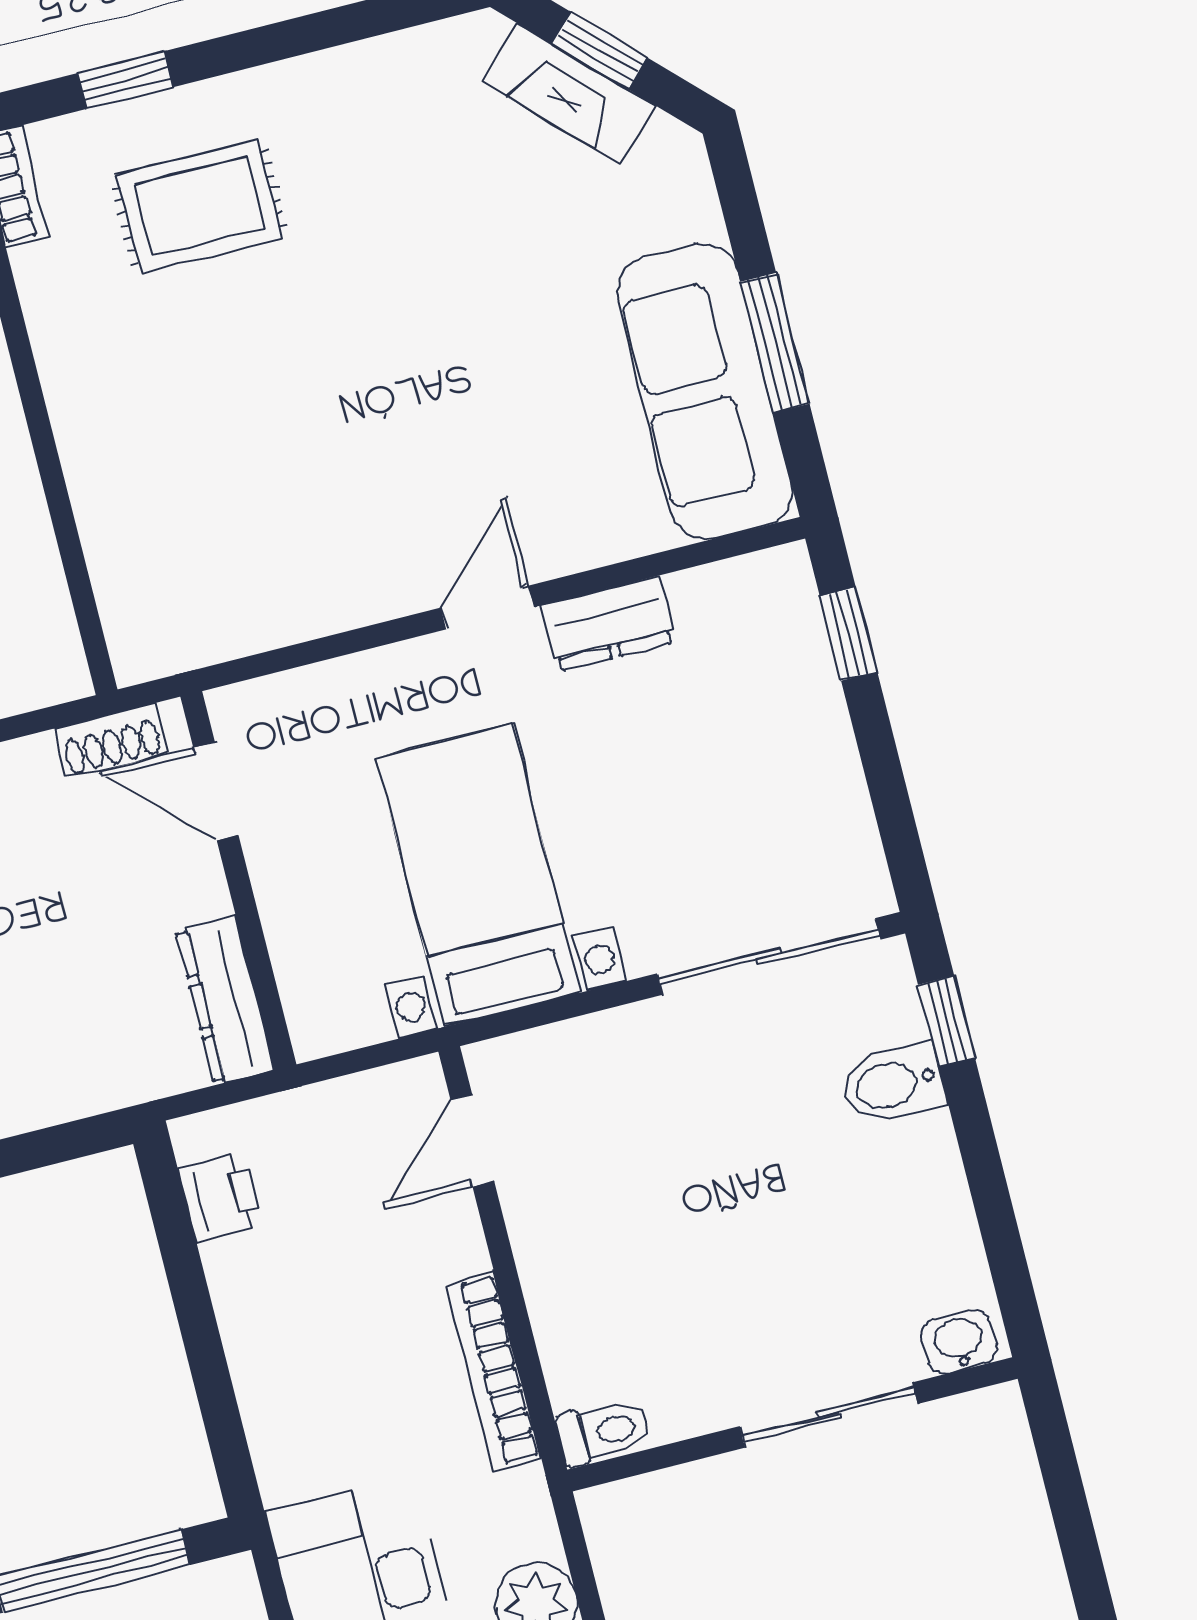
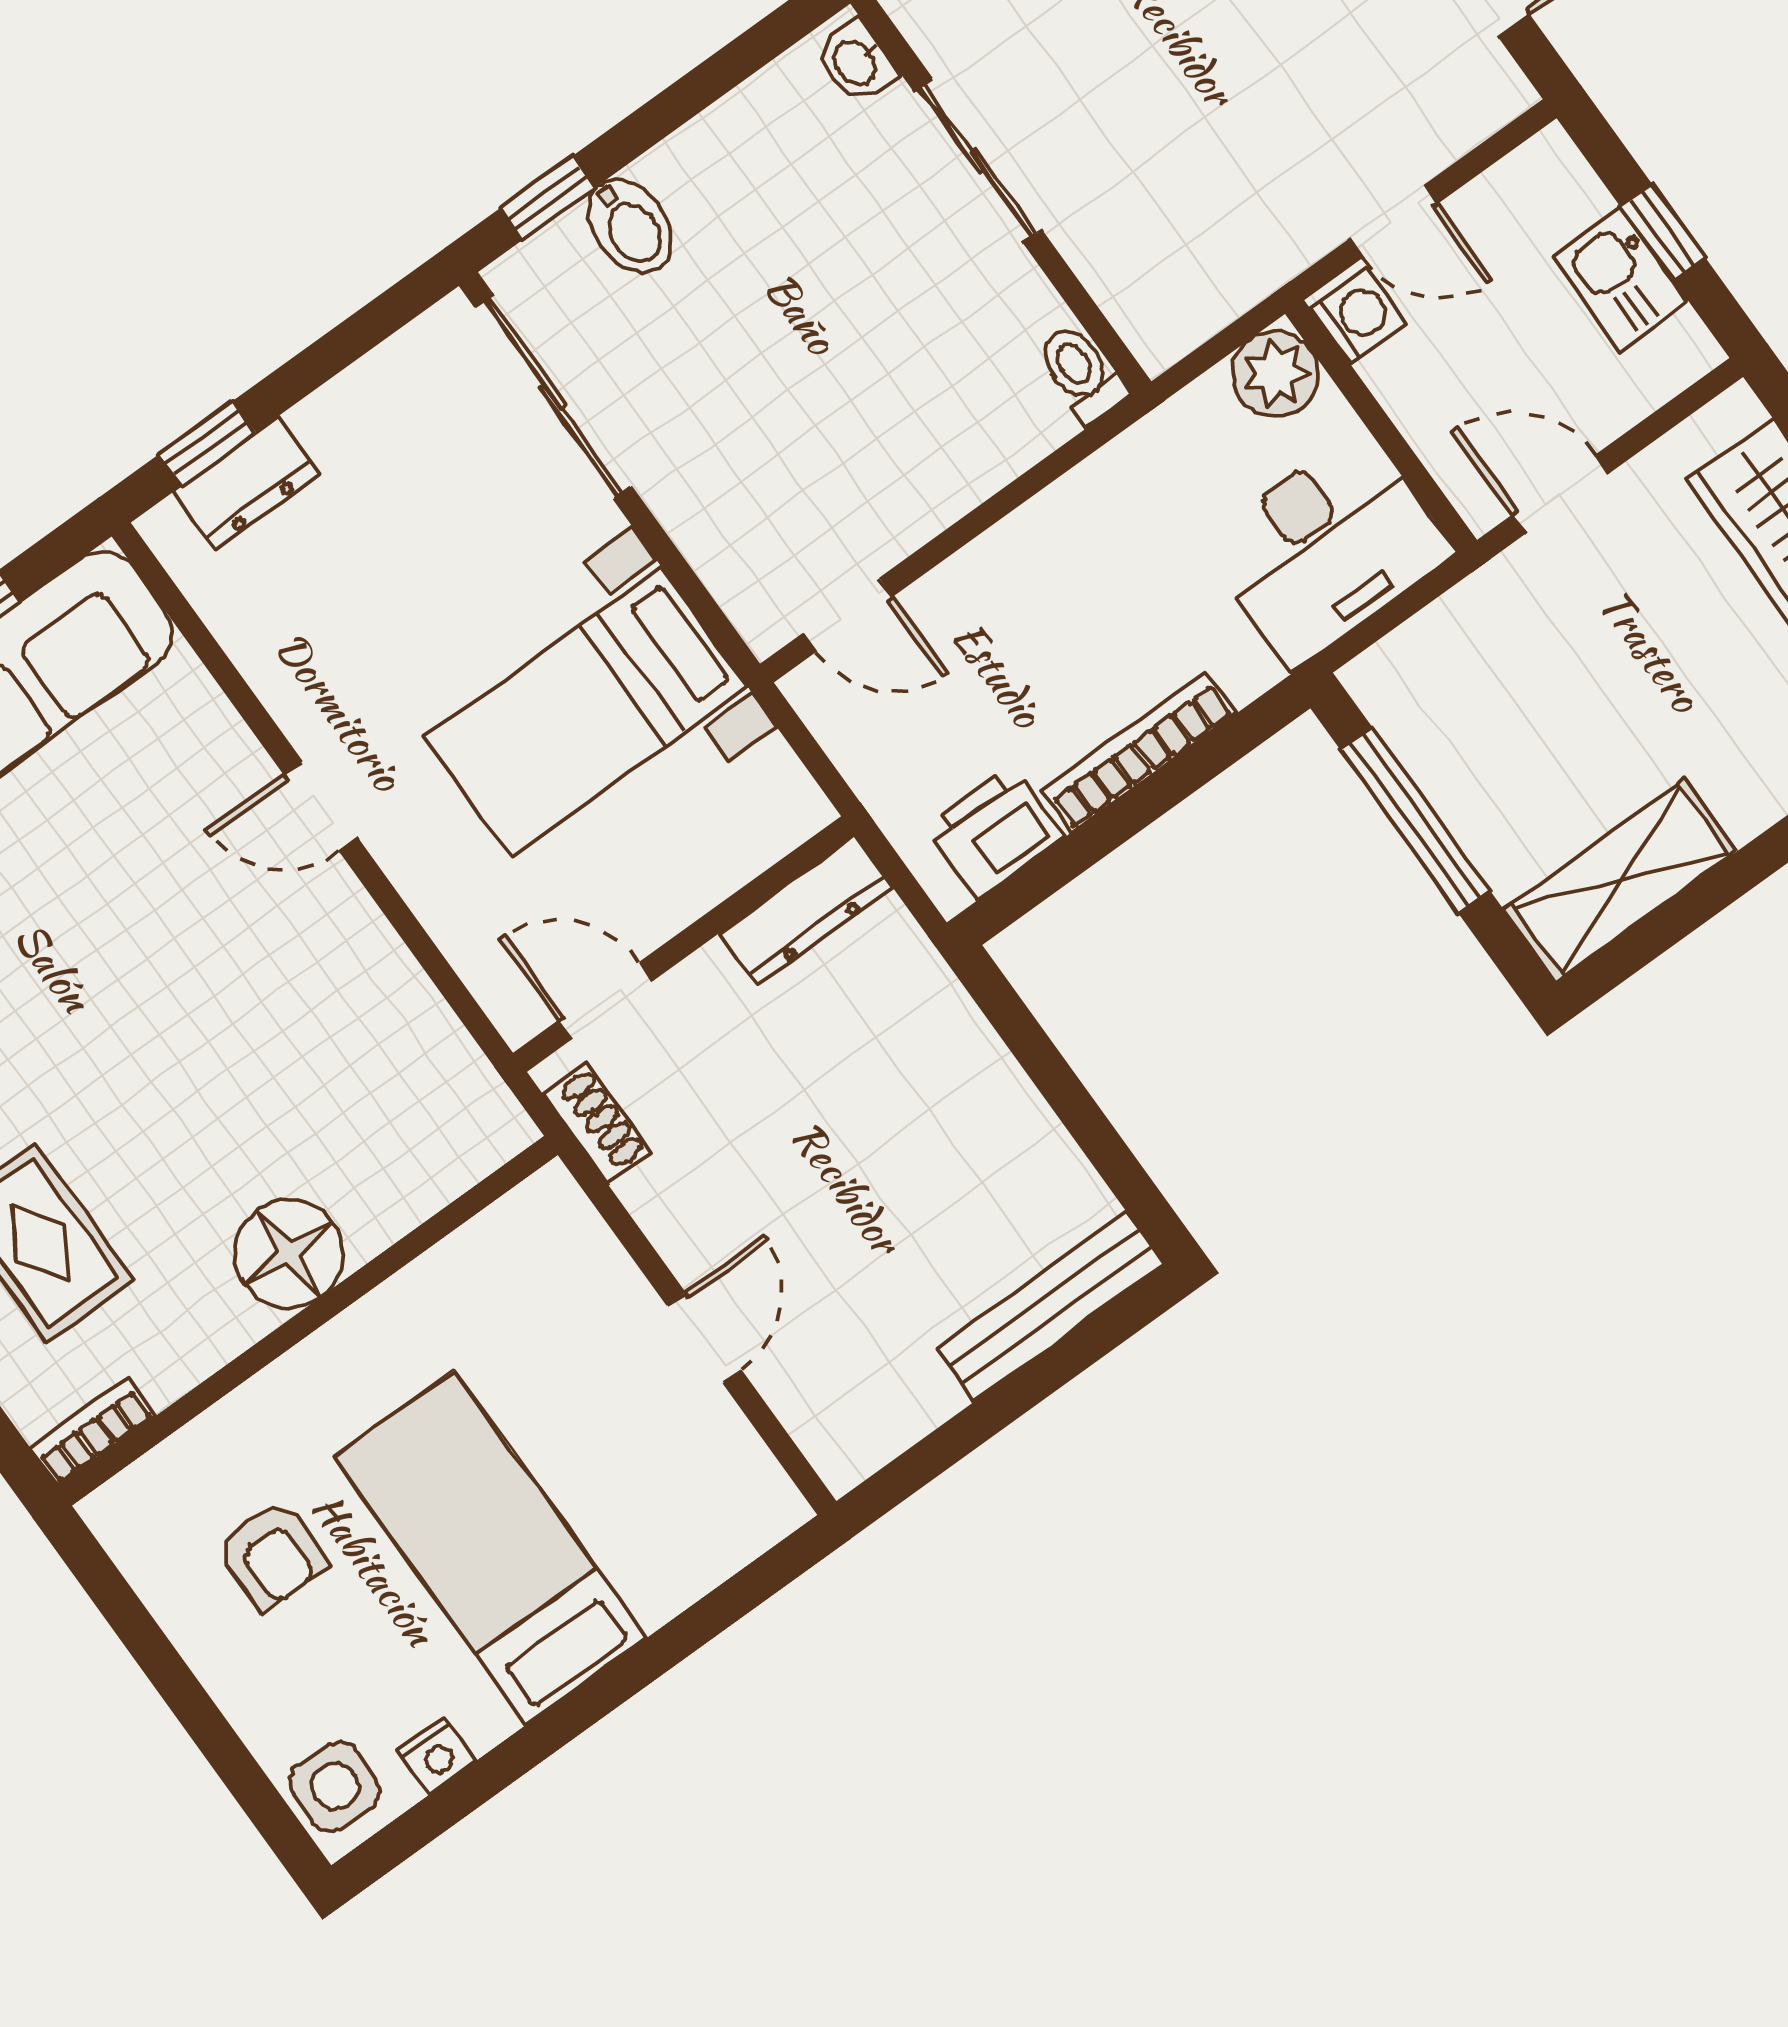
floor lamp: (103, 422) -> (289, 1254), added
dresser: (608, 624) -> (247, 483), moved, turned 90
door: (216, 791) -> (606, 1001), swing flipped
printer: (221, 1197) -> (995, 832), width x1.36, depth x1.24
bookcase: (494, 1371) -> (1138, 752), moved, turned 180

